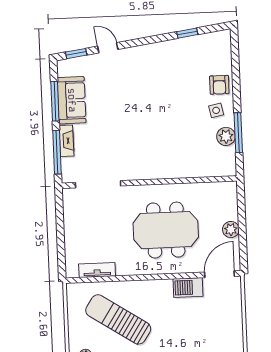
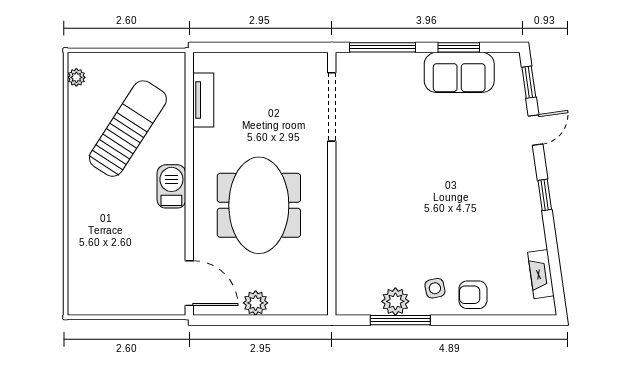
window: (187, 33) -> (545, 195), moved
window: (55, 101) -> (459, 47), width x0.69
fireplace: (66, 141) -> (541, 274), moved, turned 82
barbecue: (188, 287) -> (171, 186), moved

